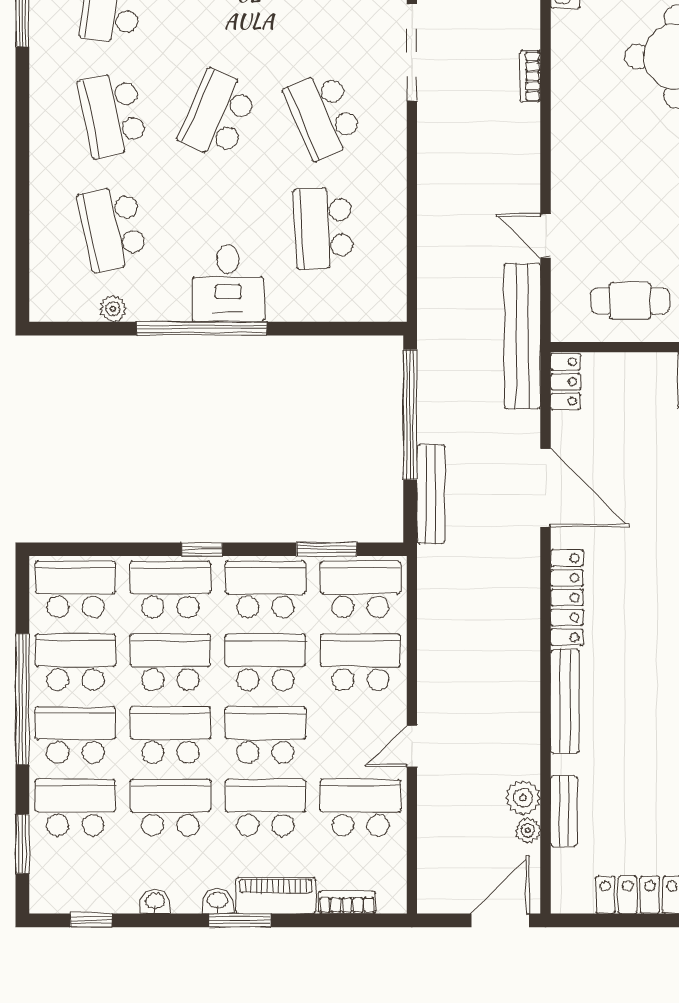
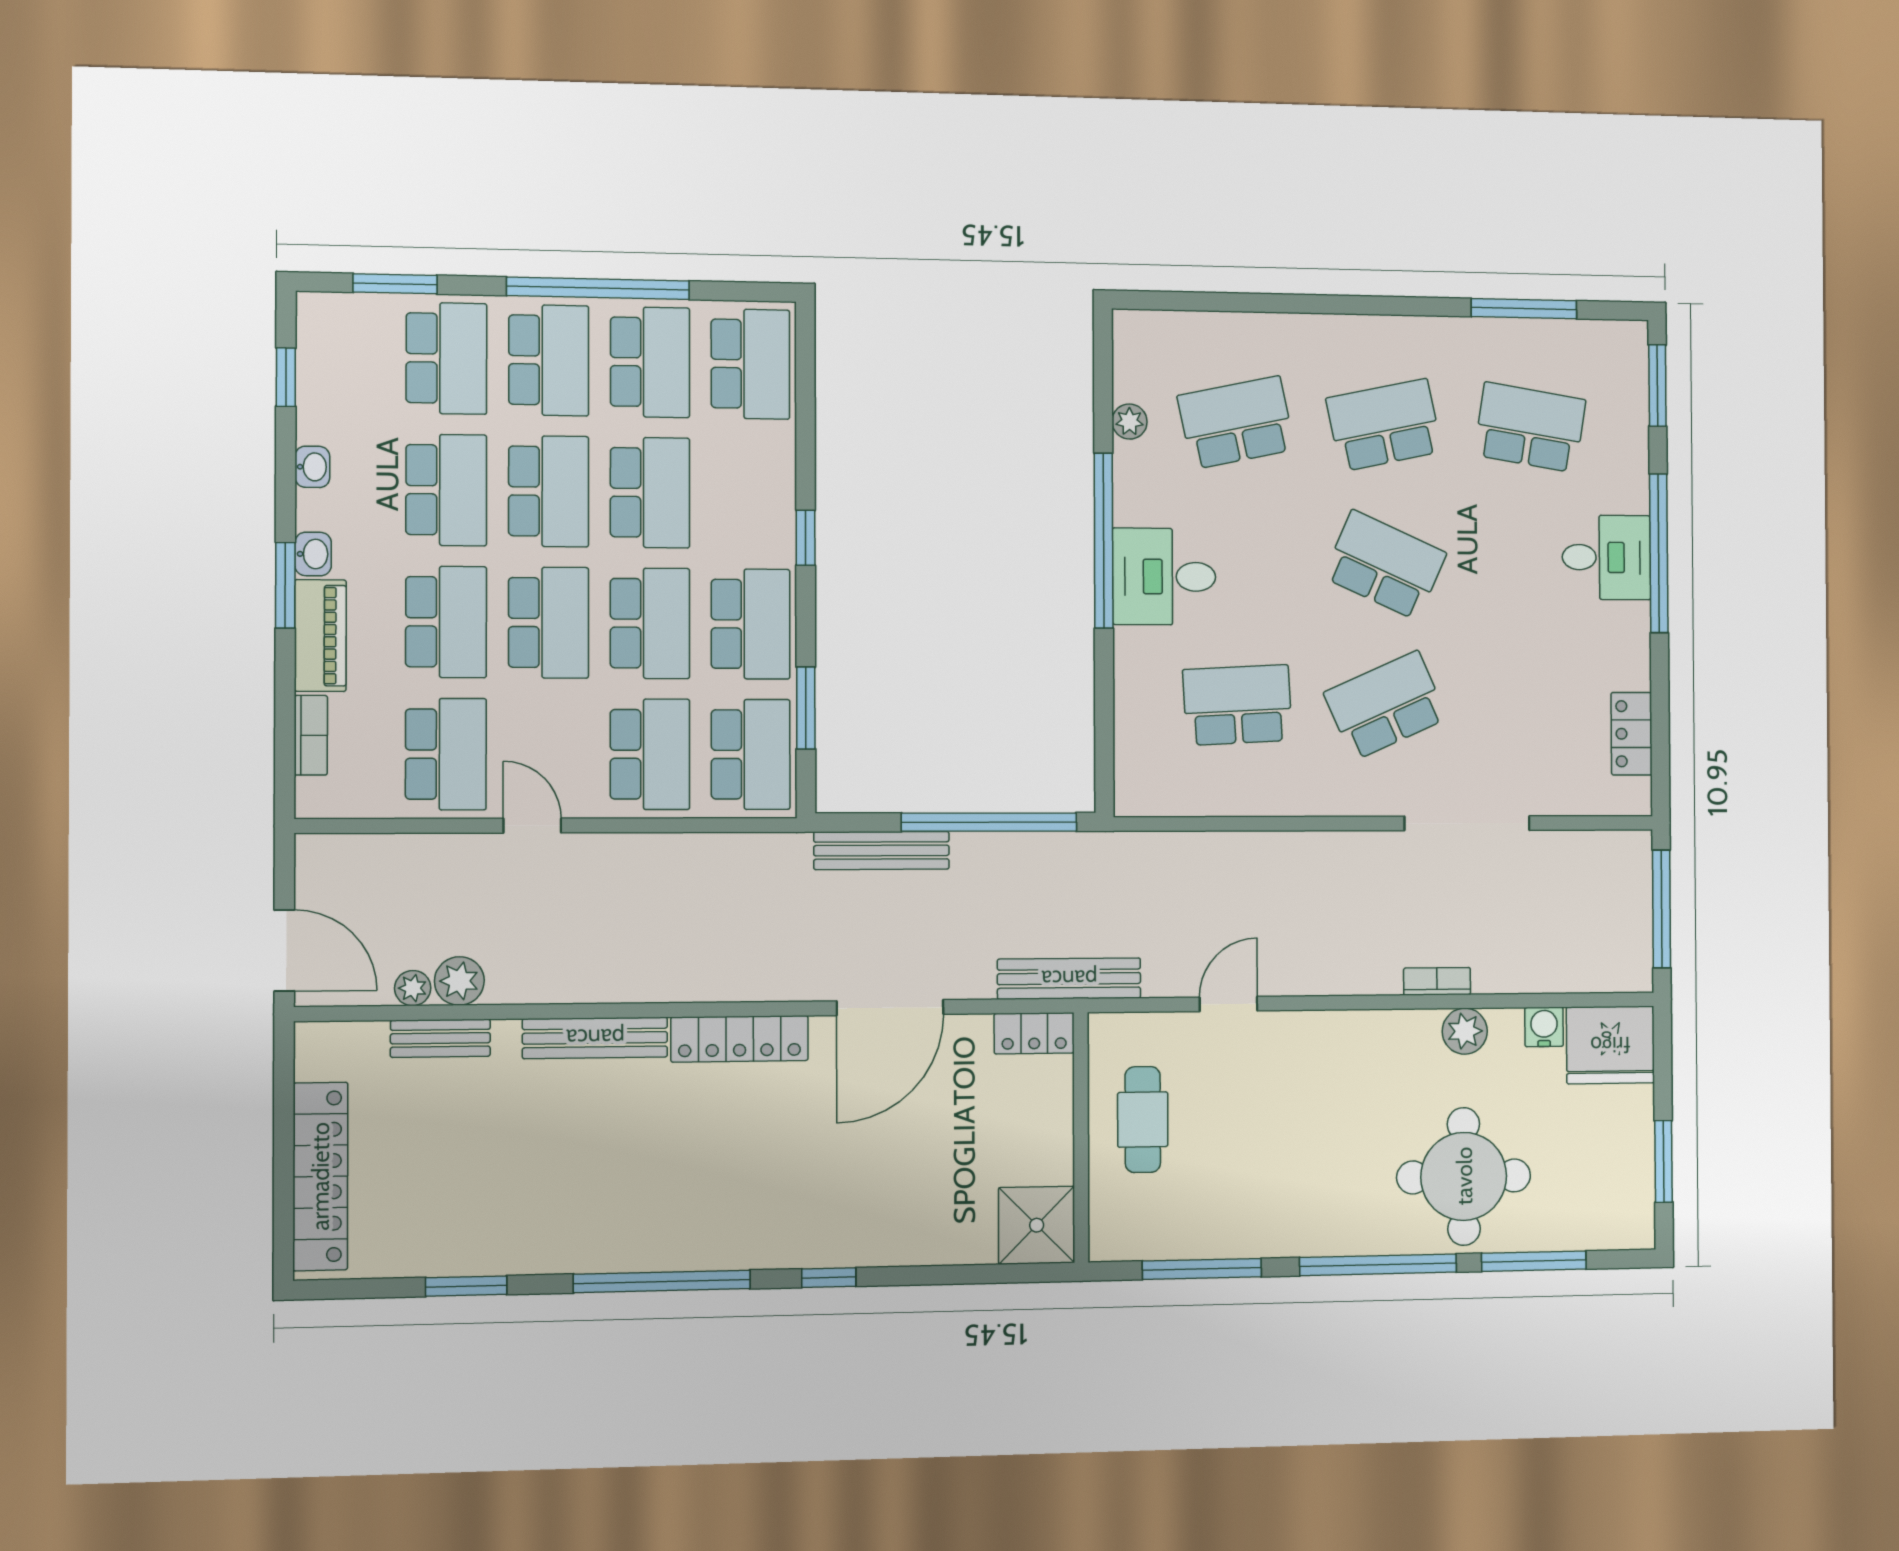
plant: (568, 55) -> (1465, 1031), added
bench: (522, 336) -> (1069, 979), width x0.73, depth x0.82
school desk: (170, 589) -> (750, 494), removed

